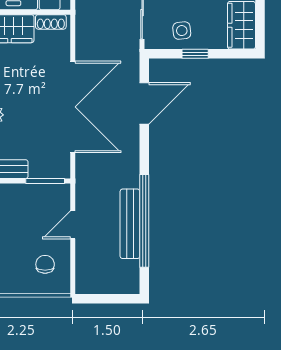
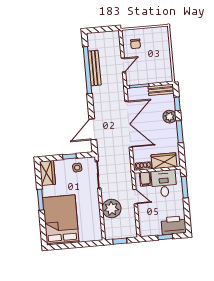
double door: (73, 107) -> (129, 124), swing flipped

